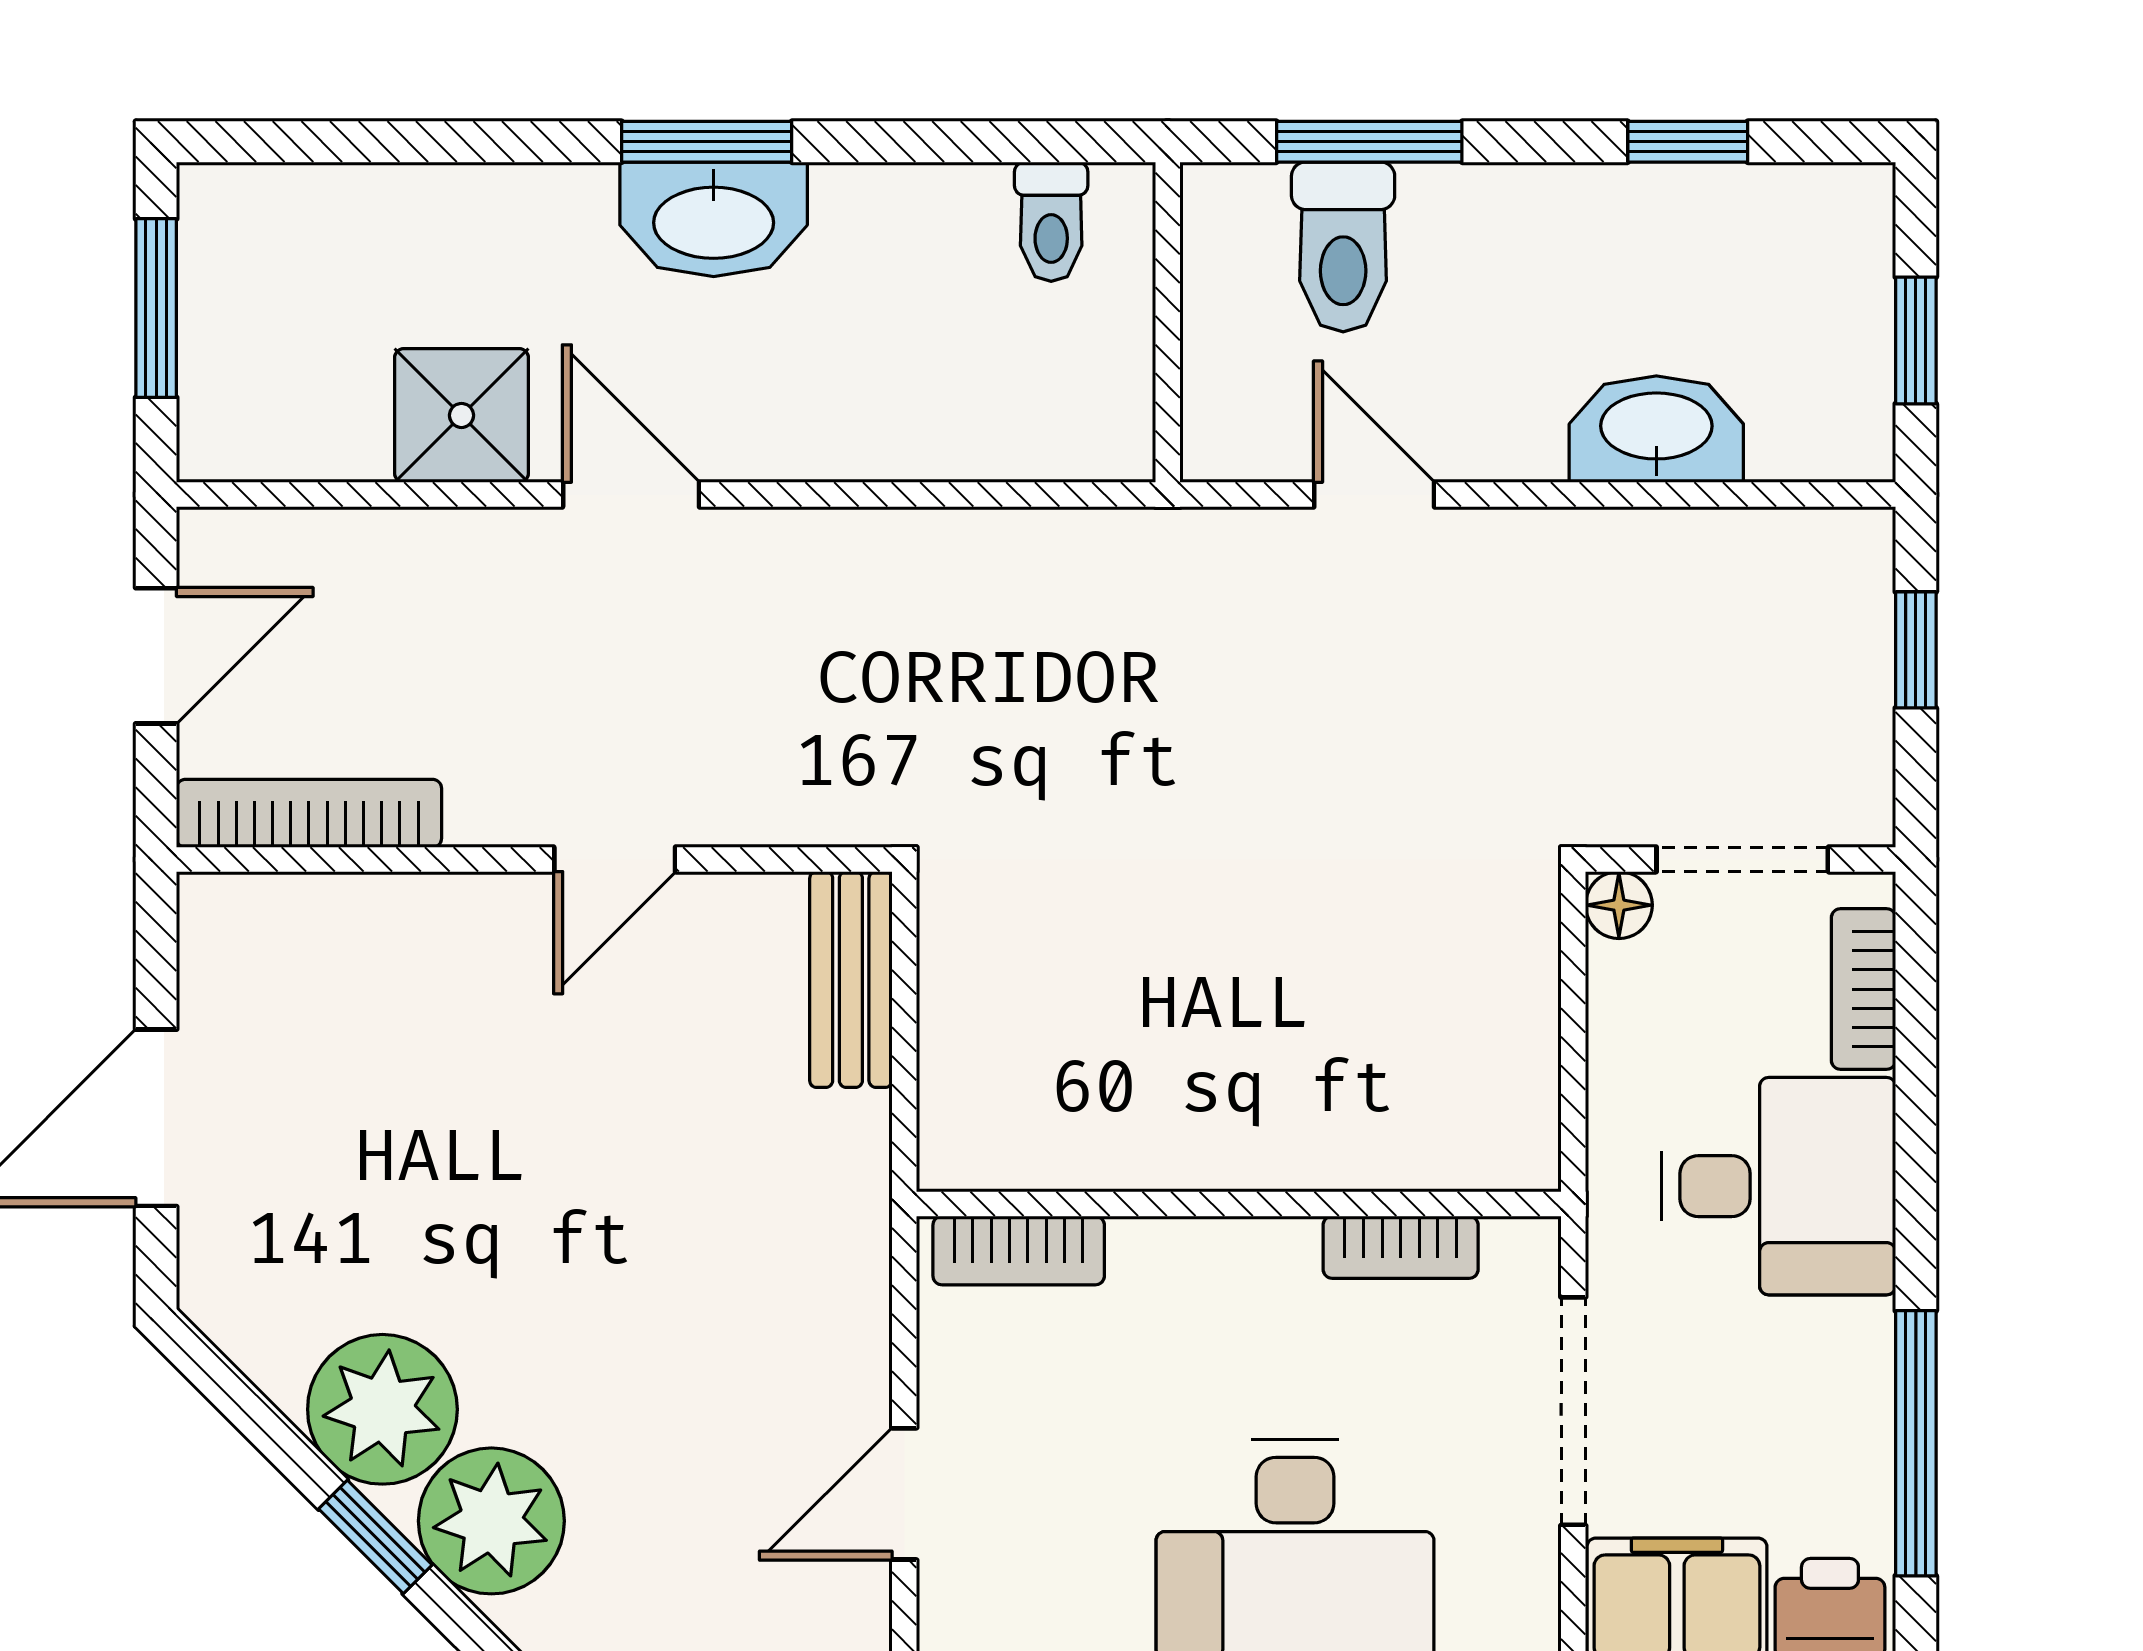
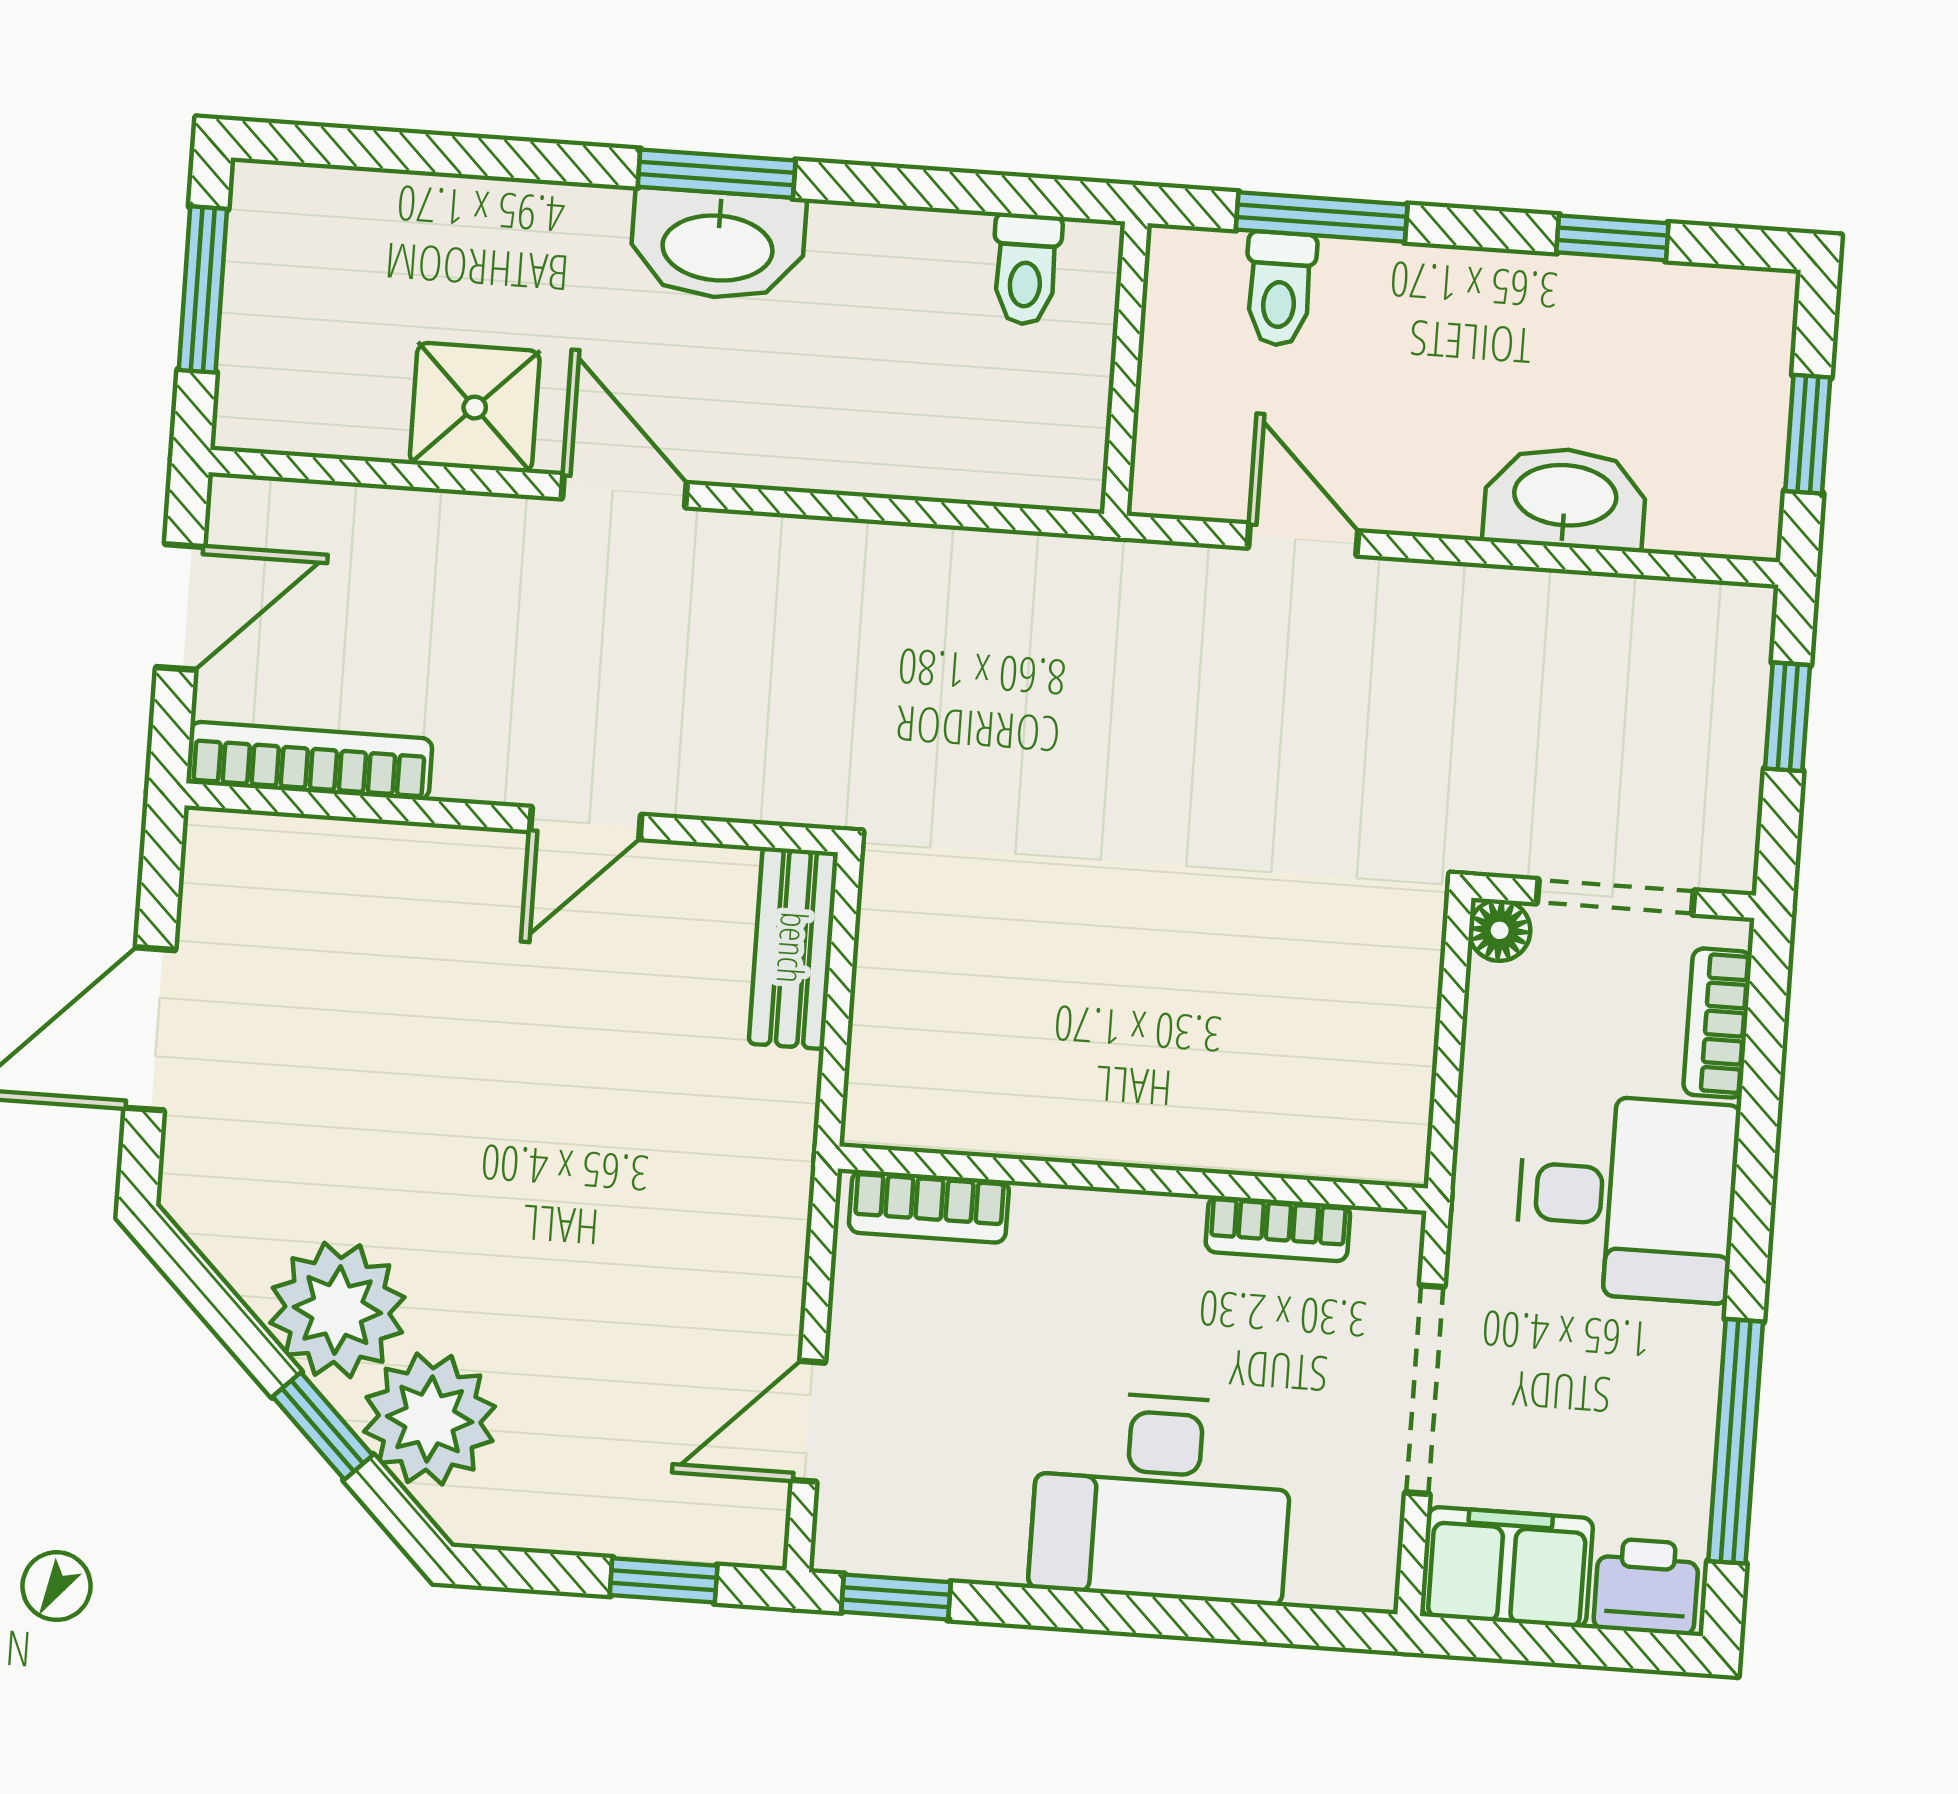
toilet: (1343, 247) -> (1280, 289), width x0.73, depth x0.72

